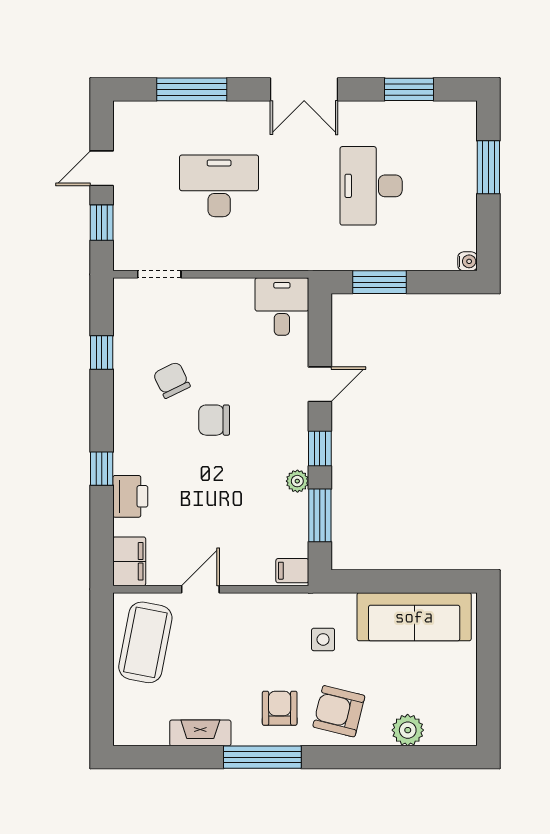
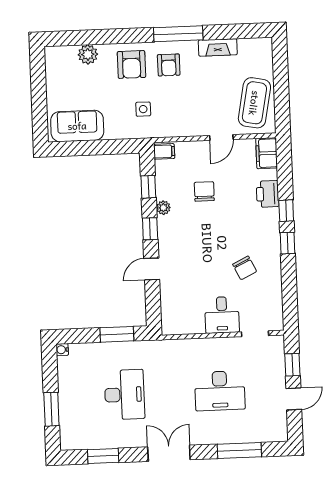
desk: (282, 307) -> (222, 315), moved
window: (102, 352) -> (287, 243), moved
chair: (214, 420) -> (204, 191), moved, turned -90
window: (320, 515) -> (148, 187), width x0.67
sofa: (414, 617) -> (77, 126), width x0.73
armchair: (339, 711) -> (131, 65), turned 76

